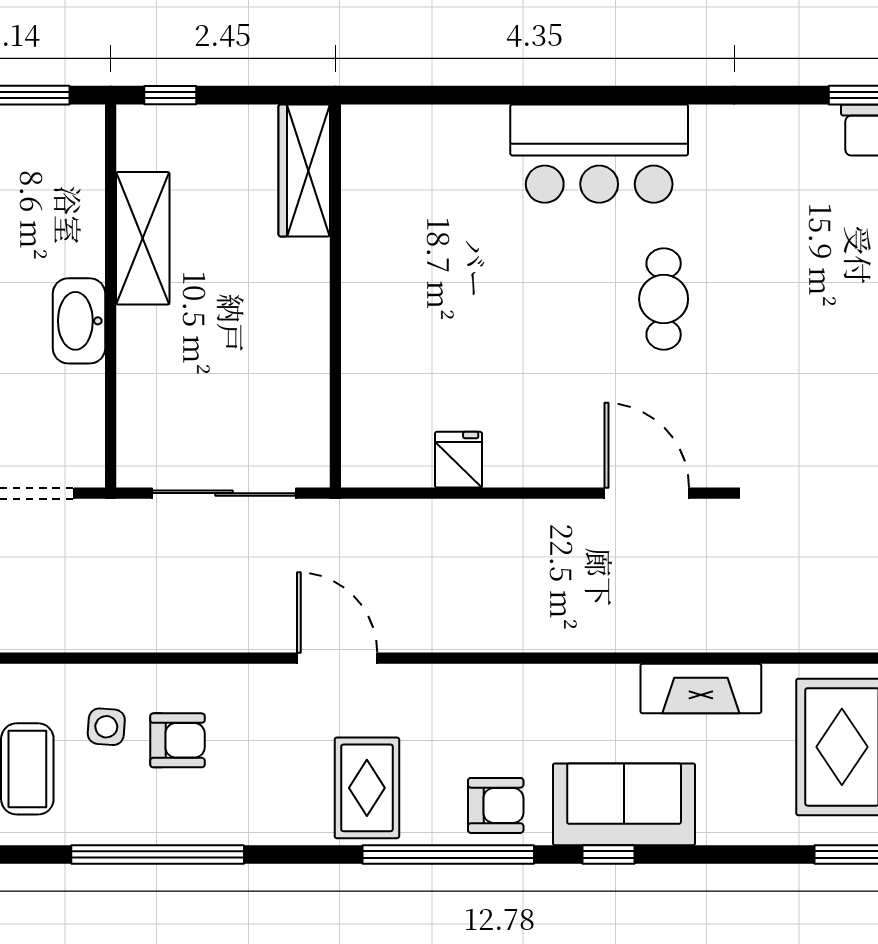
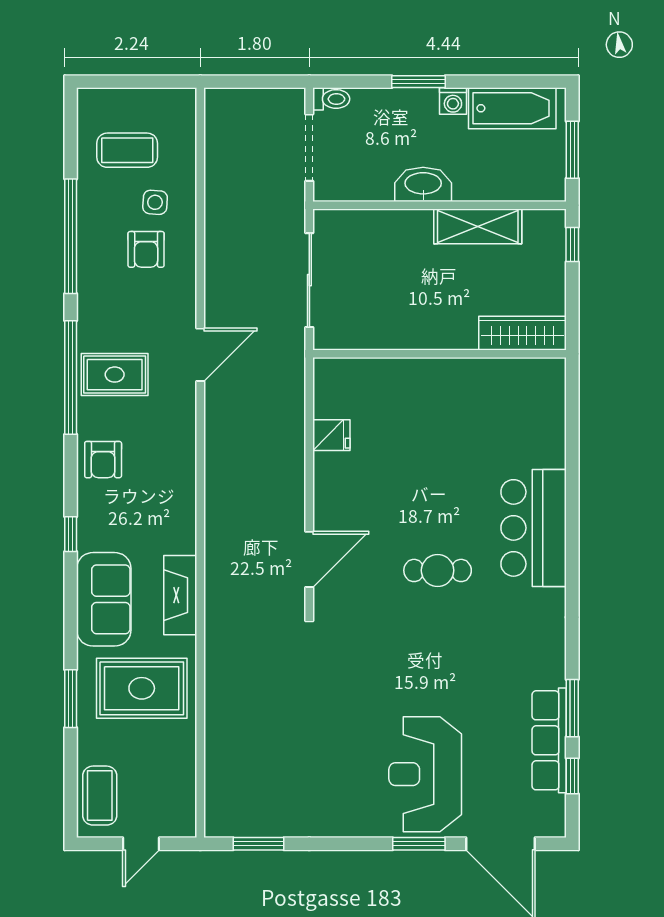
sofa: (624, 804) -> (104, 599), moved
window: (448, 854) -> (71, 377), moved

